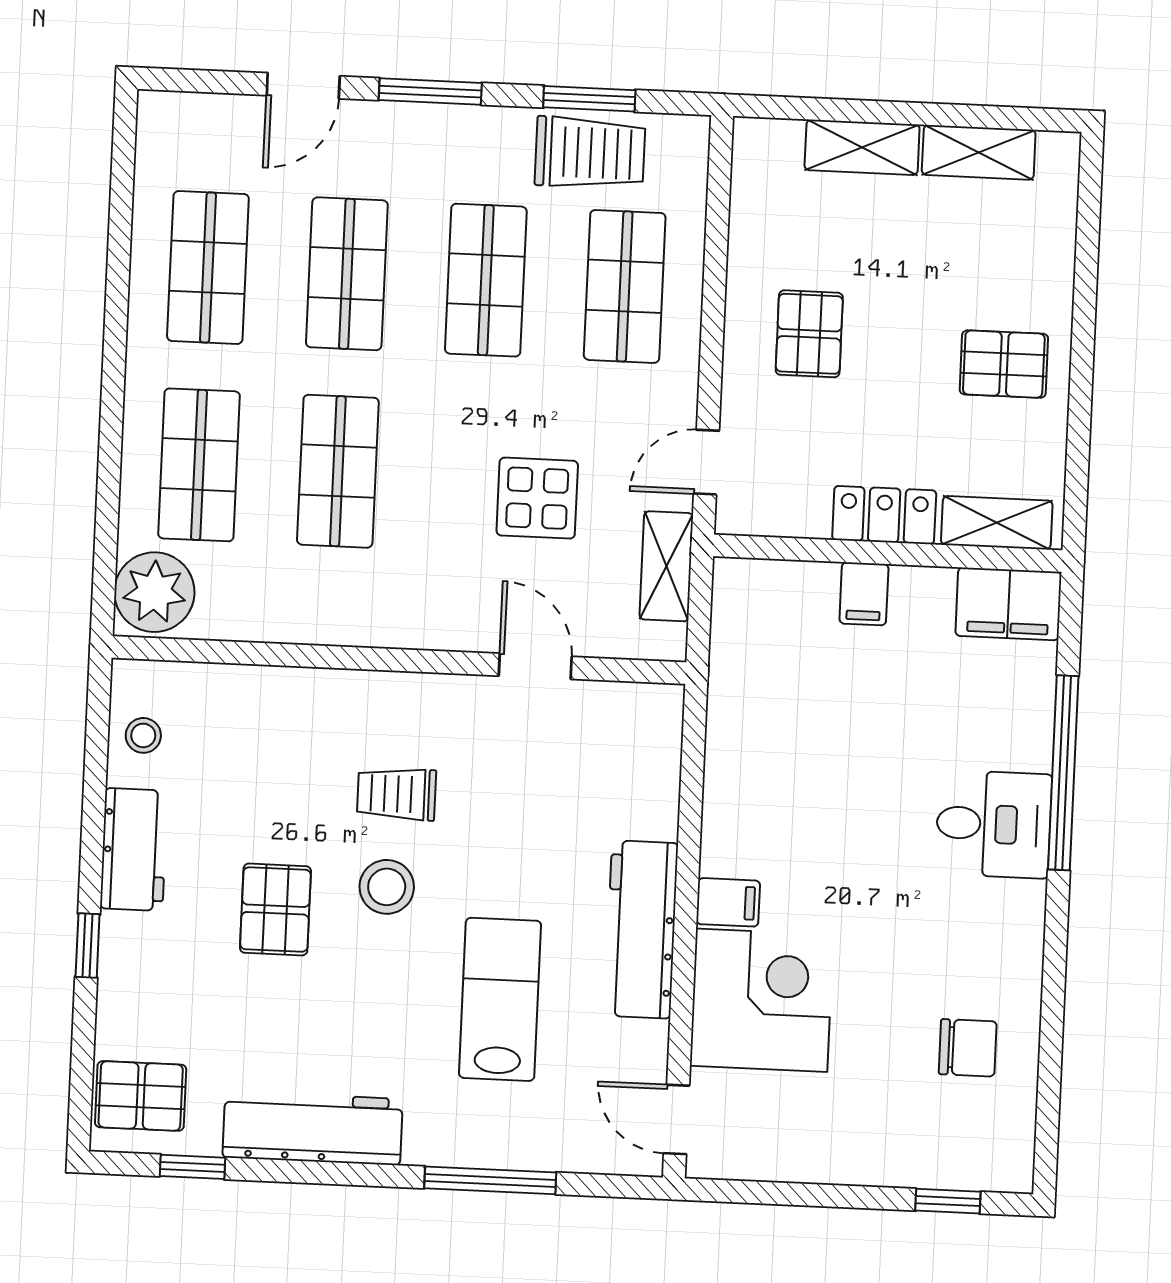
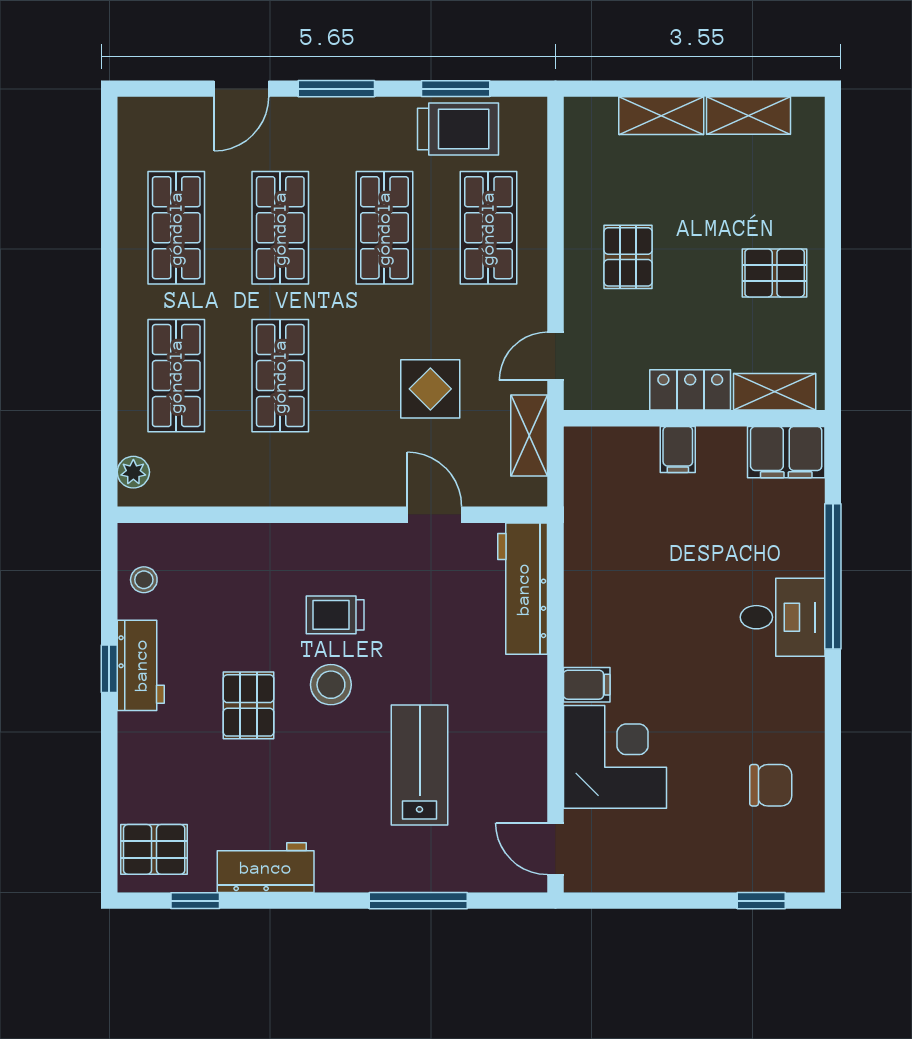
plant: (154, 592) -> (133, 472), width x0.53, depth x0.53
workbench: (641, 929) -> (523, 589), moved
window: (88, 945) -> (109, 669), moved
workbench: (313, 1128) -> (266, 868), width x0.73

